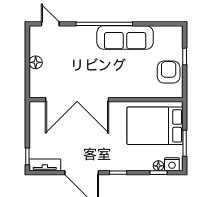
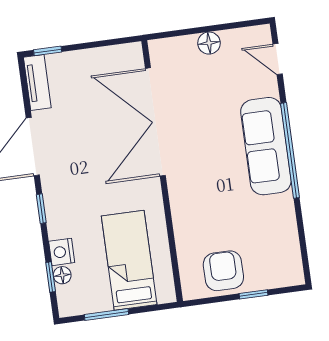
door: (50, 24) -> (278, 59), swing flipped
sofa: (125, 38) -> (266, 146), moved
armchair: (169, 72) -> (223, 271), turned -90
bed: (155, 126) -> (129, 260), width x0.67
nightstand: (172, 164) -> (62, 252), moved

